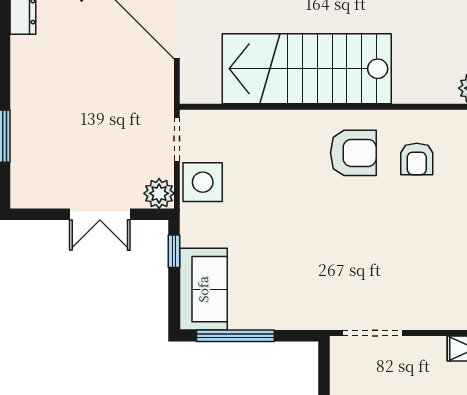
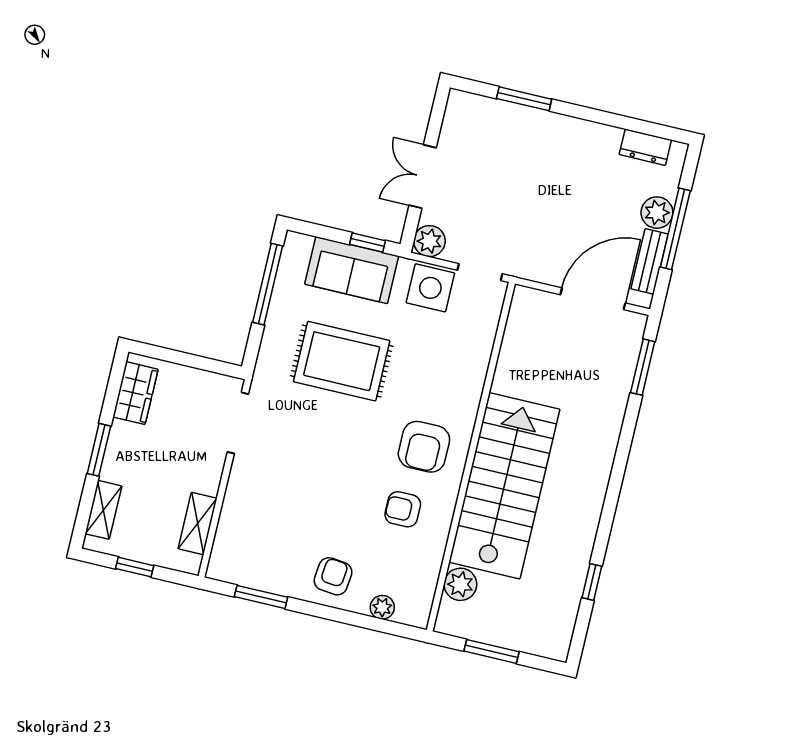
stairs: (307, 69) -> (504, 486), moved
rug: (291, 249) -> (342, 361), added
sofa: (203, 289) -> (352, 270), moved

